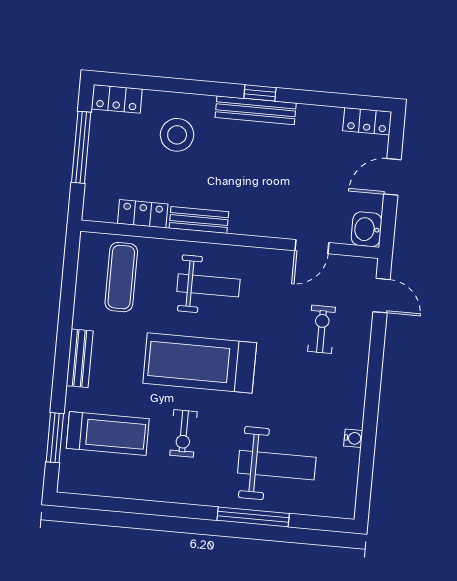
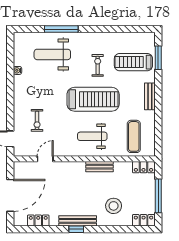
locker: (367, 121) -> (38, 220), moved
door: (392, 177) -> (10, 195), width x1.88
locker: (143, 214) -> (143, 167), moved
washbasin: (367, 229) -> (20, 170), removed

